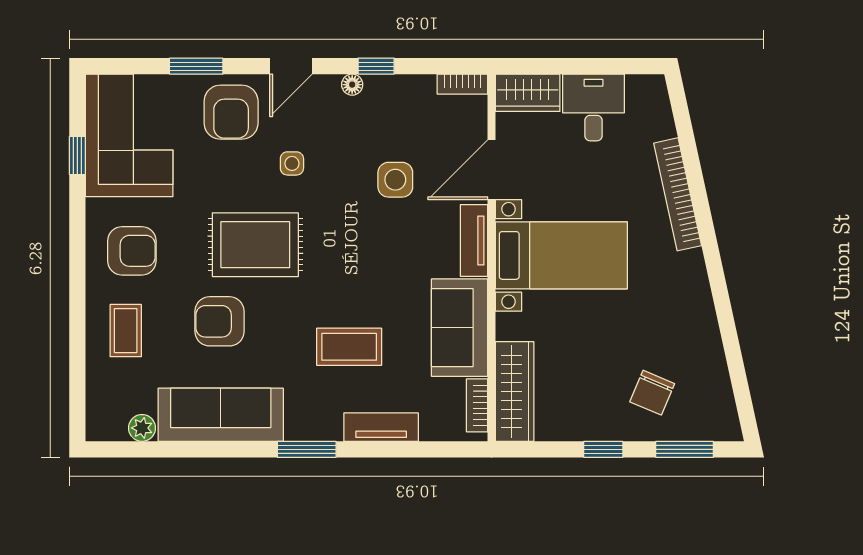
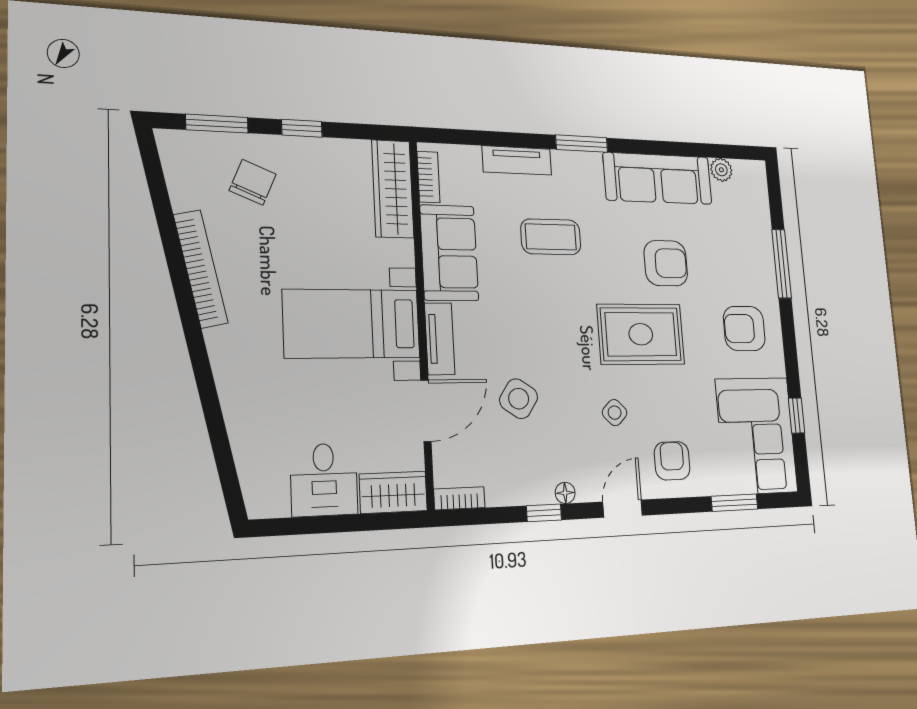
window: (196, 66) -> (734, 503), moved
armchair: (231, 112) -> (672, 461), width x0.72, depth x0.72
side table: (292, 163) -> (615, 413), turned 45
side table: (395, 180) -> (519, 399), turned 34
bookcase: (678, 194) -> (201, 269), moved
window: (77, 323) -> (782, 264), added
coffee table: (126, 331) -> (742, 256), removed

